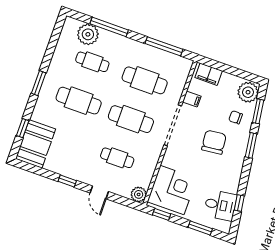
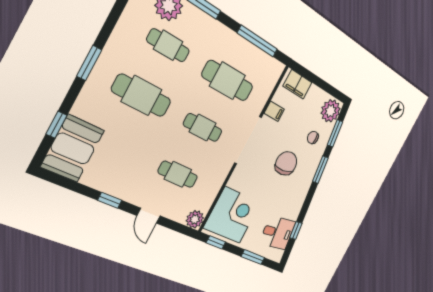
cafe table: (131, 119) -> (203, 128), width x0.73, depth x0.74

